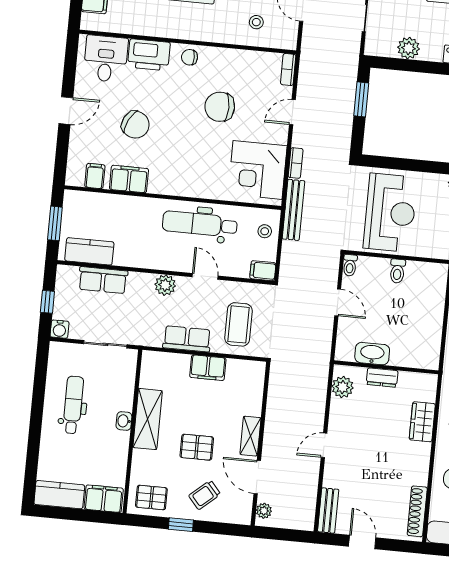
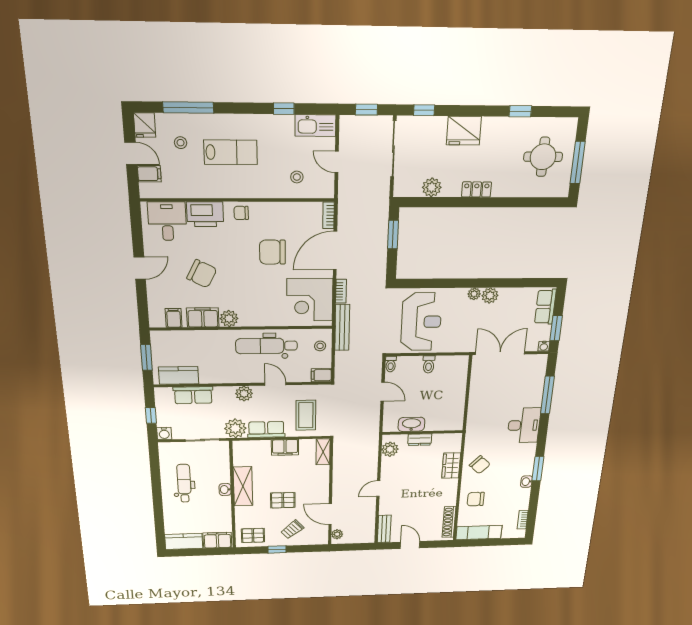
door: (292, 112) -> (335, 251), width x1.88
plant: (160, 184) -> (229, 318), added
plant: (148, 333) -> (235, 428), added
shelving: (250, 436) -> (323, 452), moved

